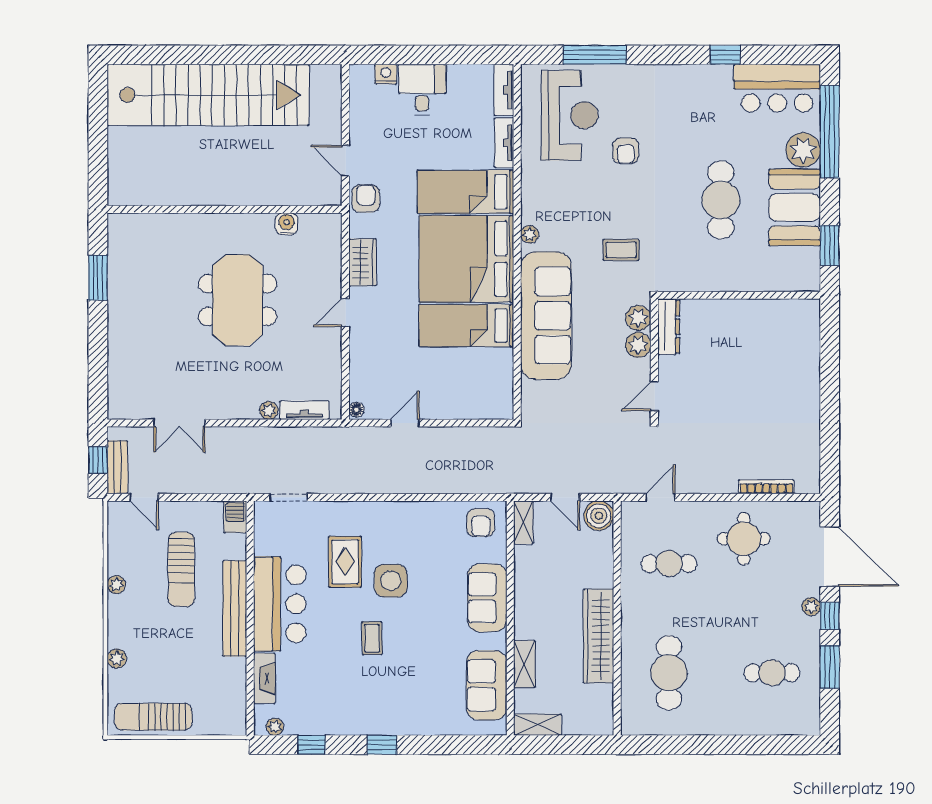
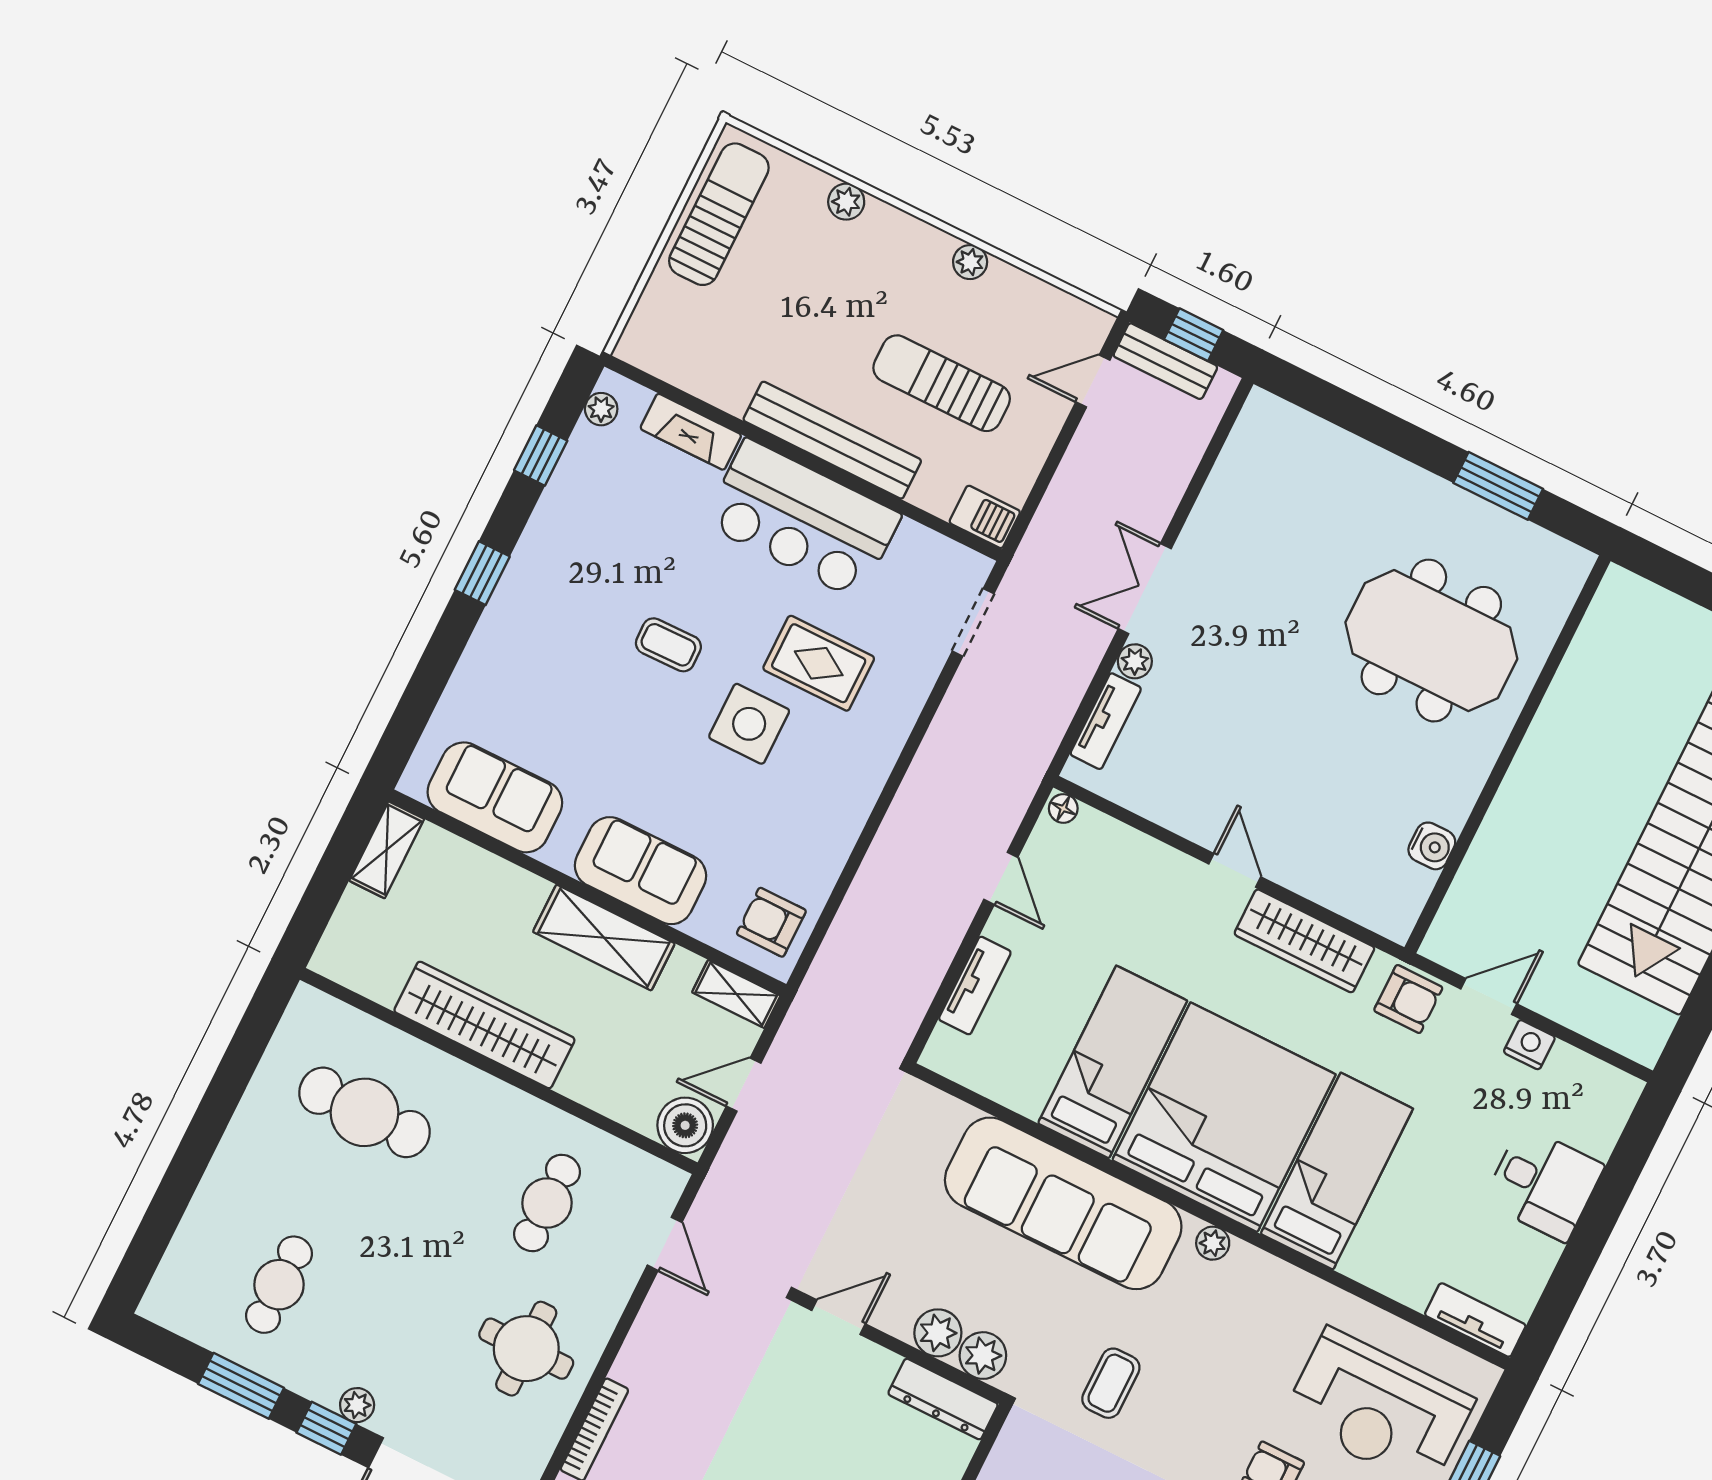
nightstand: (386, 74) -> (1529, 1045), moved, turned -90
tv unit: (504, 143) -> (975, 986), moved, turned 90
wardrobe: (363, 262) -> (1304, 941), width x1.50
meeting table: (238, 300) -> (1431, 641), moved
door: (654, 396) -> (838, 1317), hinge flipped
double door: (179, 423) -> (1145, 589), moved
shelving: (524, 664) -> (604, 938), moved, width x1.50, depth x1.33

